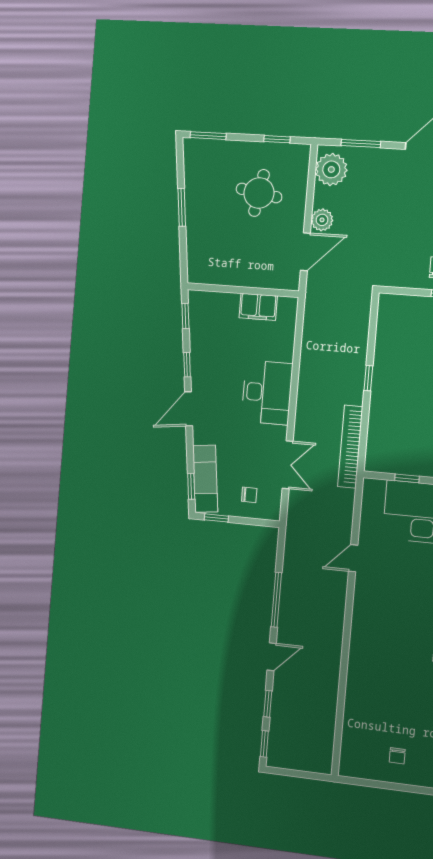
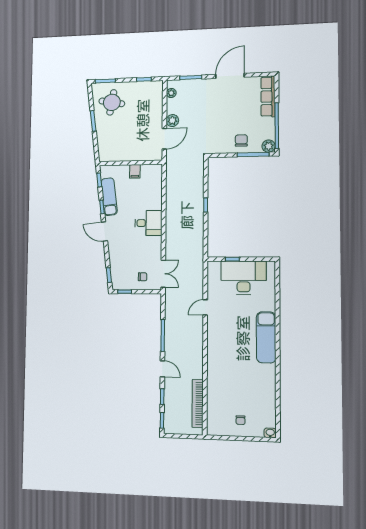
plant: (331, 169) -> (171, 93), width x0.53, depth x0.53
round table: (259, 193) -> (112, 102), moved
filing cabinet: (258, 307) -> (135, 171), width x0.50
desk: (267, 393) -> (148, 223), width x0.73
door: (189, 409) -> (104, 231), hinge flipped
bookcase: (350, 447) -> (198, 404), moved
double door: (288, 465) -> (163, 274), moved
exam couch: (205, 479) -> (109, 197), moved
door: (272, 657) -> (162, 369), hinge flipped

